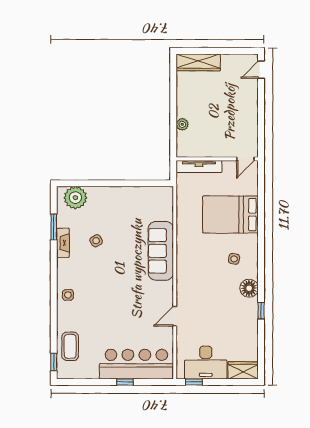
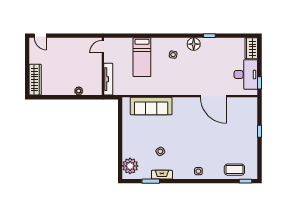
door: (245, 159) -> (103, 47), swing flipped
bed: (230, 215) -> (142, 57), width x0.67
sofa: (161, 251) -> (151, 106), moved
door: (175, 316) -> (213, 96), width x1.87
bar counter: (136, 364) -> (247, 123), removed

